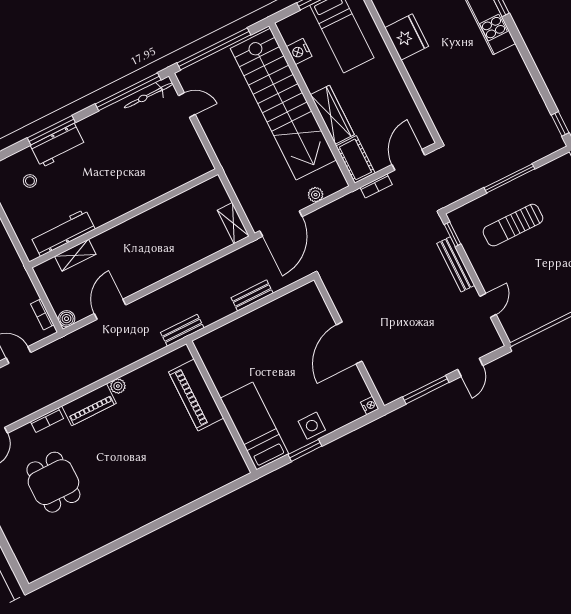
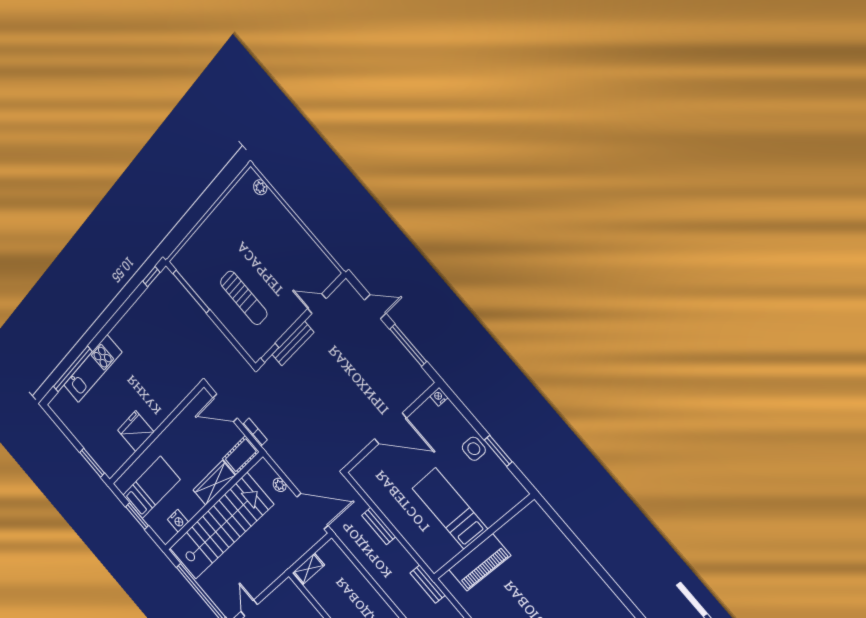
window: (509, 178) -> (191, 292), moved
shelving: (233, 223) -> (309, 569), moved
bed: (255, 426) -> (450, 509), moved, turned 90

